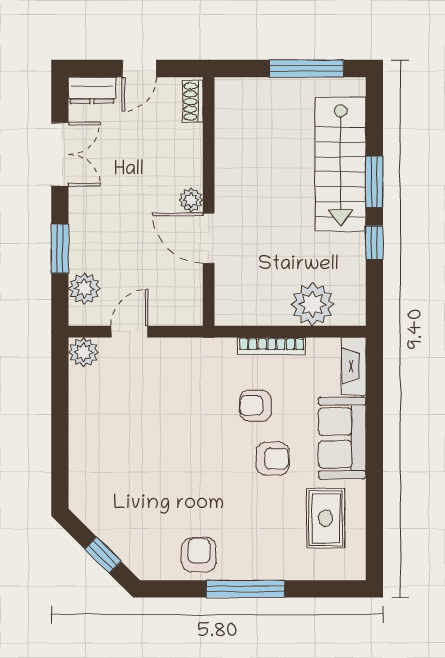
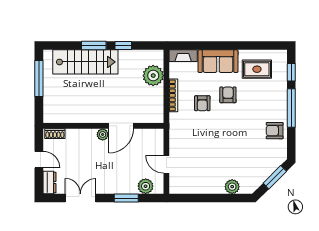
plant: (83, 352) -> (232, 187), moved
window: (103, 555) -> (275, 177), width x1.50
window: (319, 589) -> (291, 72), added

